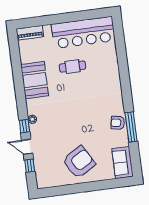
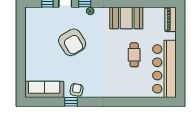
window: (131, 127) -> (71, 102), width x0.46
armchair: (79, 162) -> (72, 42), moved
sofa: (123, 163) -> (44, 89), width x1.36

